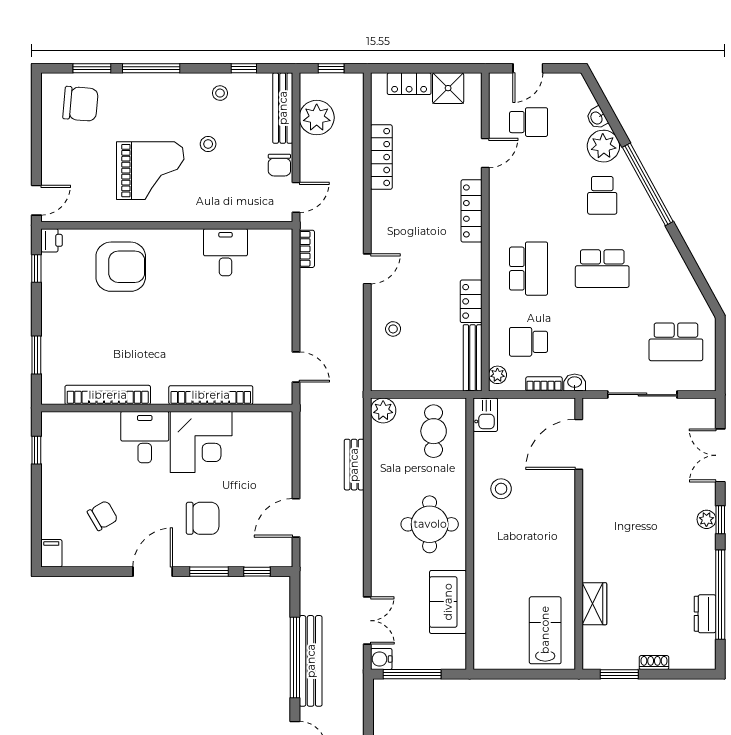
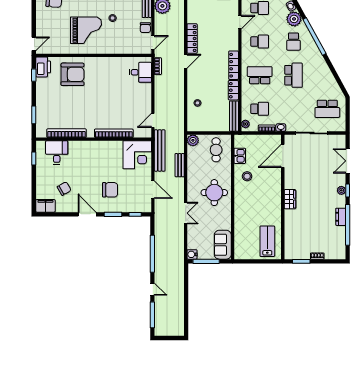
locker: (381, 157) -> (192, 38), moved
school desk: (529, 195) -> (260, 42), added
locker: (472, 211) -> (234, 65), moved
printer: (52, 240) -> (43, 67), width x1.87, depth x1.48
desk: (225, 252) -> (141, 72), moved, turned 90
door: (367, 269) -> (186, 61), moved
school desk: (529, 269) -> (260, 75), turned -90
school desk: (602, 269) -> (293, 75), turned -90
school desk: (529, 342) -> (260, 109), turned 180
door: (296, 367) -> (153, 120), swing flipped
kitchen sink: (485, 415) -> (240, 156), moved
desk: (145, 437) -> (57, 153), moved
corner desk: (201, 442) -> (137, 155), moved
door: (296, 518) -> (153, 190), swing flipped
filing cabinet: (51, 553) -> (45, 206), width x2.00
door: (153, 572) -> (87, 214), hinge flipped
sofa: (448, 602) -> (223, 245), moved
wardrobe: (594, 604) -> (290, 199), moved
dresser: (705, 614) -> (341, 217), moved
double door: (367, 621) -> (186, 213), moved
bench: (311, 661) -> (160, 150), moved

